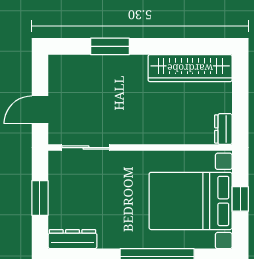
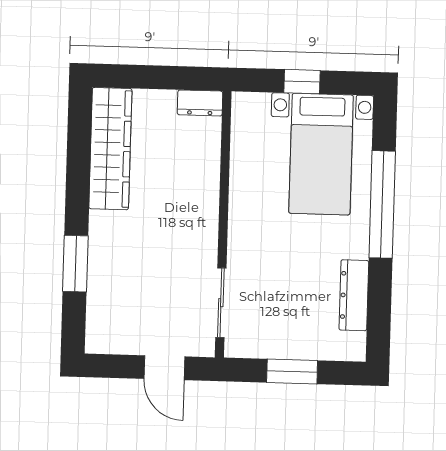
bed with nightstands: (191, 201) -> (321, 154), width x0.73
dresser: (72, 239) -> (354, 295), moved

